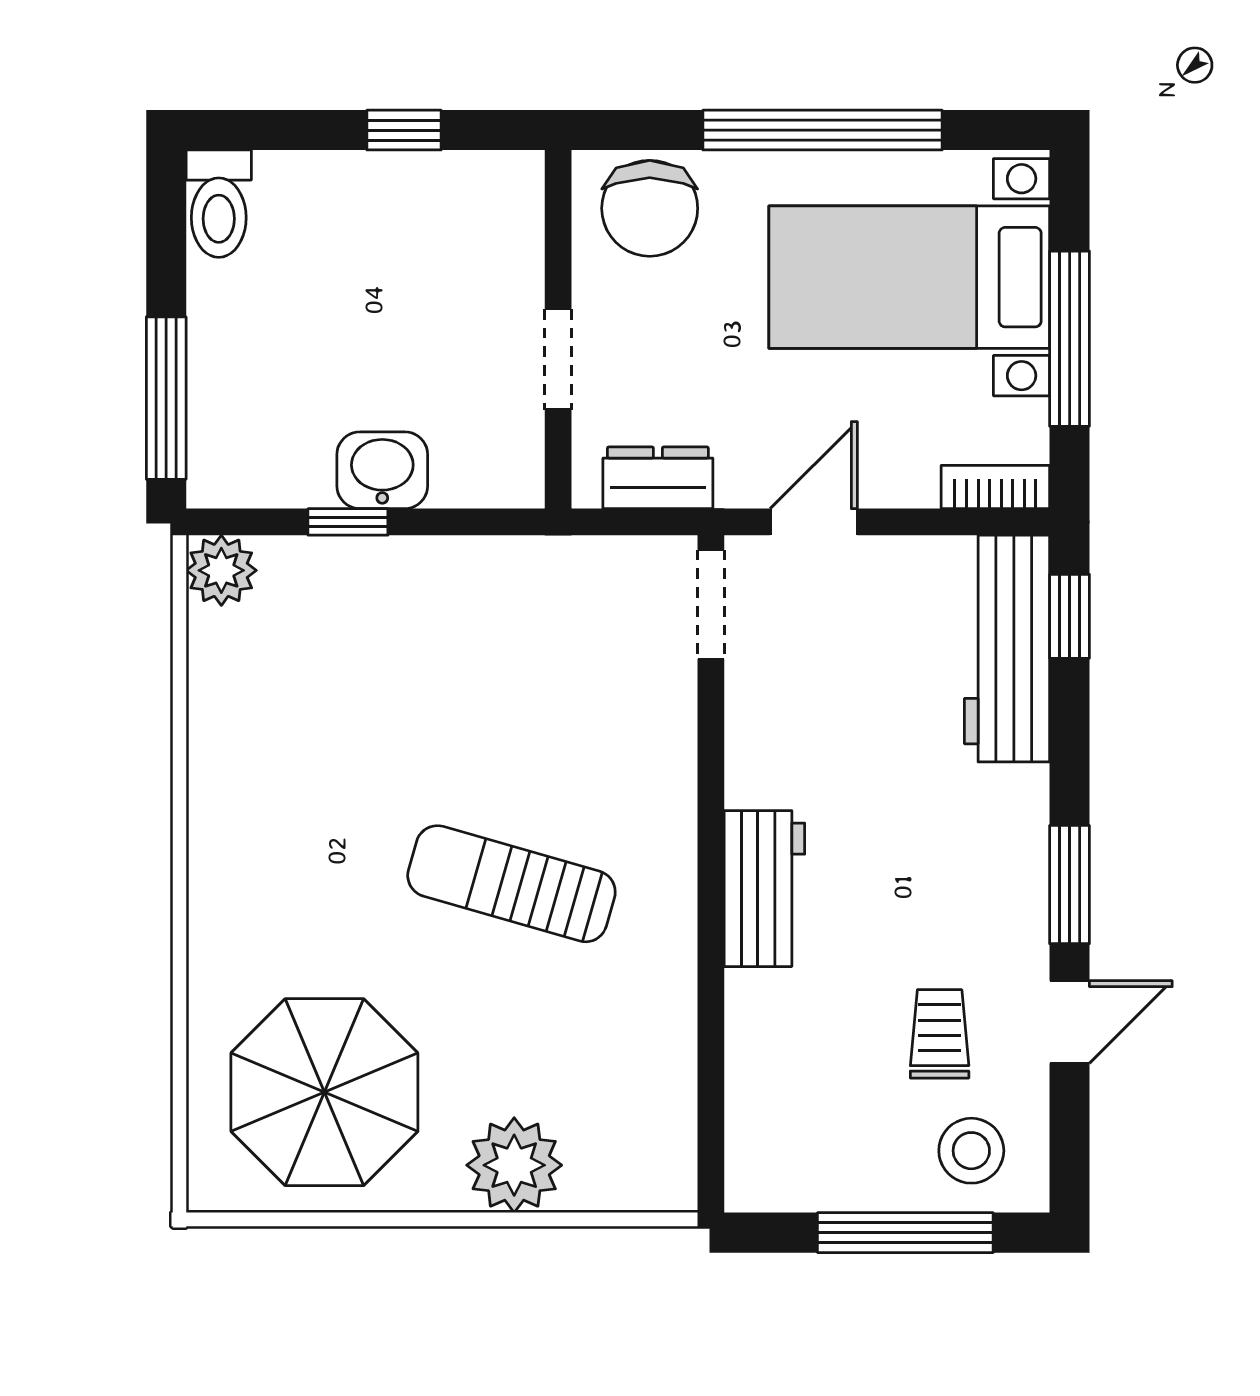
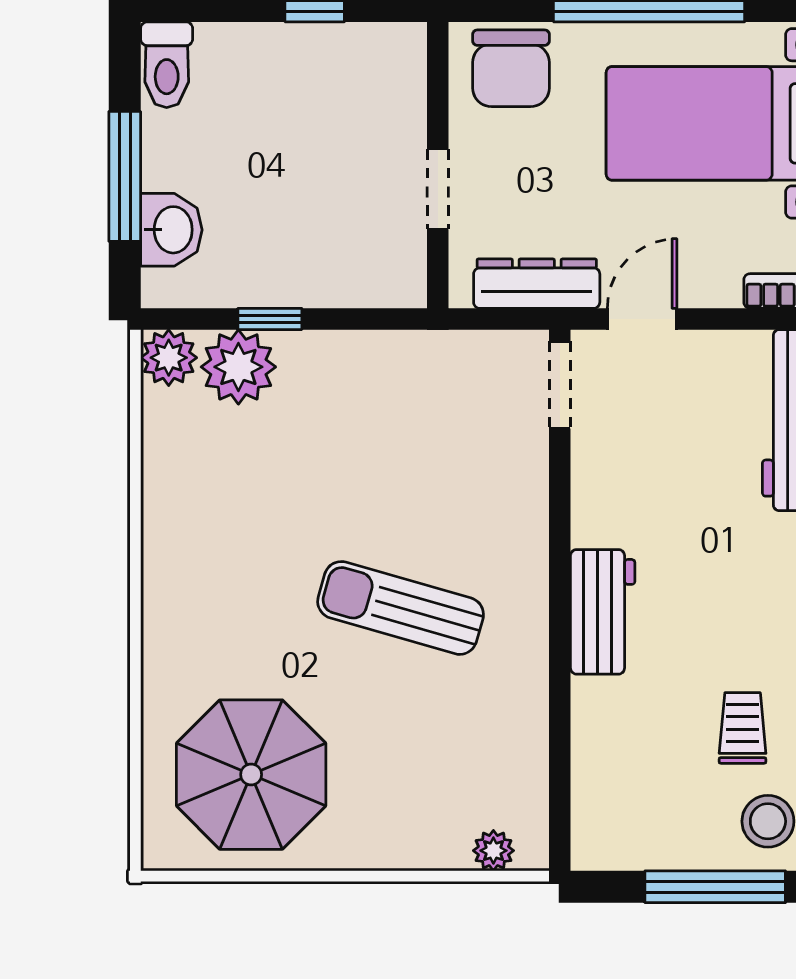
window: (166, 398) -> (125, 176), moved
washbasin: (382, 470) -> (171, 230), moved, turned 90
dresser: (658, 478) -> (537, 284), width x1.44
plant: (309, 582) -> (238, 367), added
plant: (514, 1165) -> (493, 851), moved, width x0.53, depth x0.53

